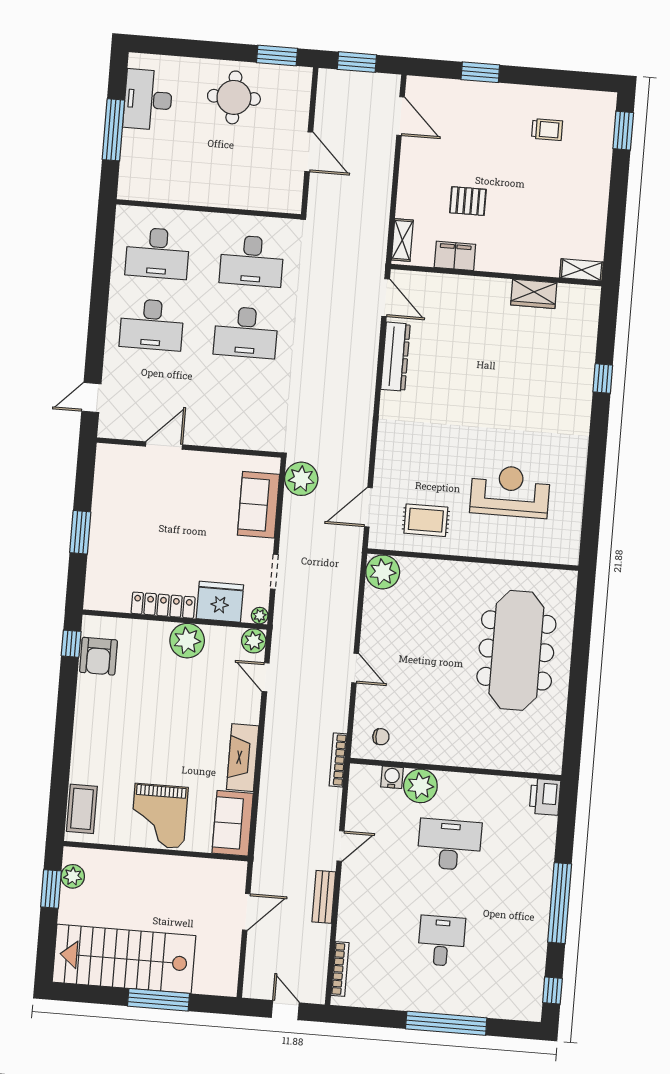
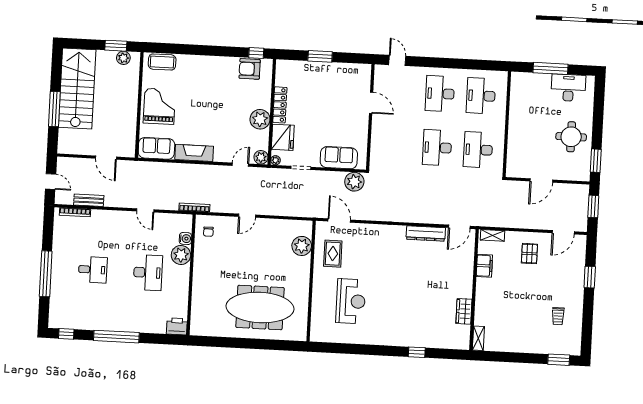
pallet: (468, 201) -> (529, 254), moved
plant: (383, 572) -> (302, 246), moved
grand piano: (159, 816) -> (159, 106), turned 90
bench: (324, 897) -> (89, 200), moved
door: (285, 1010) -> (51, 182), hinge flipped

